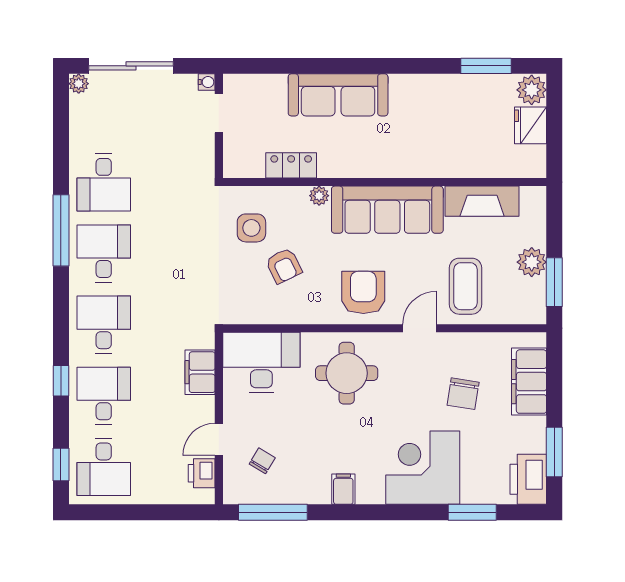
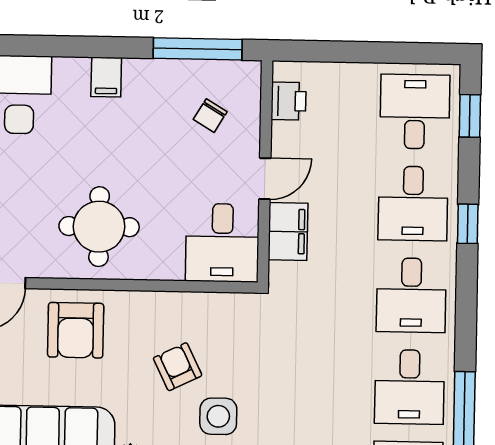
desk: (261, 362) -> (222, 243), width x0.73
door: (219, 439) -> (265, 179), moved

